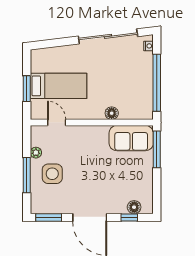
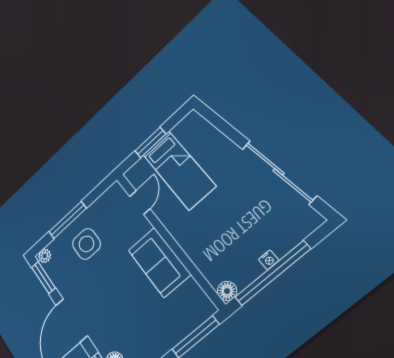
nightstand: (148, 46) -> (269, 260), moved
floor lamp: (112, 113) -> (227, 291), moved
sofa: (131, 138) -> (159, 262), moved
plant: (36, 153) -> (45, 256), moved

